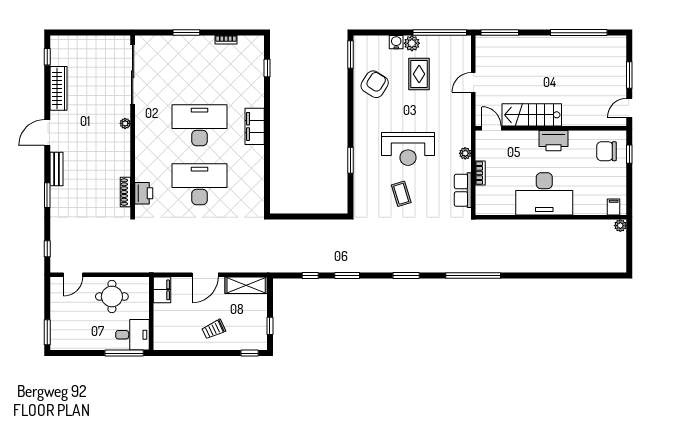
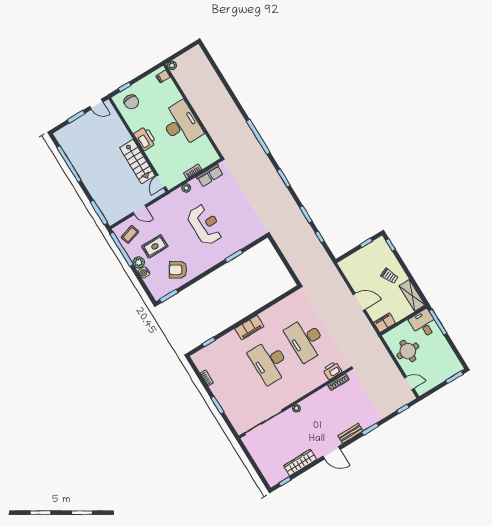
coffee table: (401, 194) -> (130, 234), moved
shelving: (246, 285) -> (412, 295), moved

